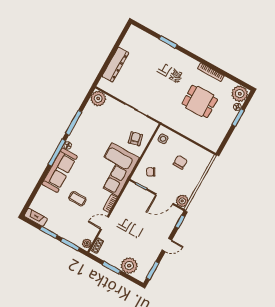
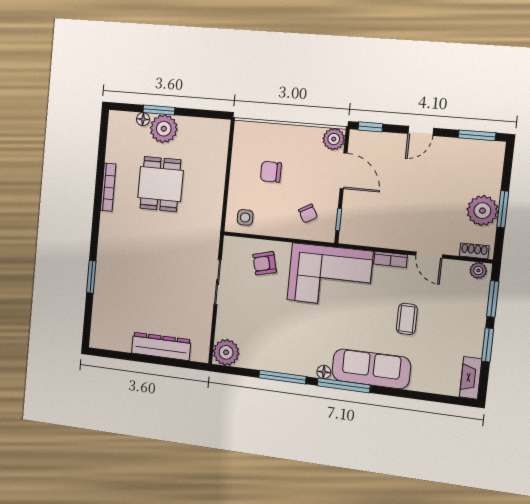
plant: (240, 94) -> (164, 129), moved
door: (167, 245) -> (421, 131), swing flipped
plant: (129, 266) -> (482, 211), moved

